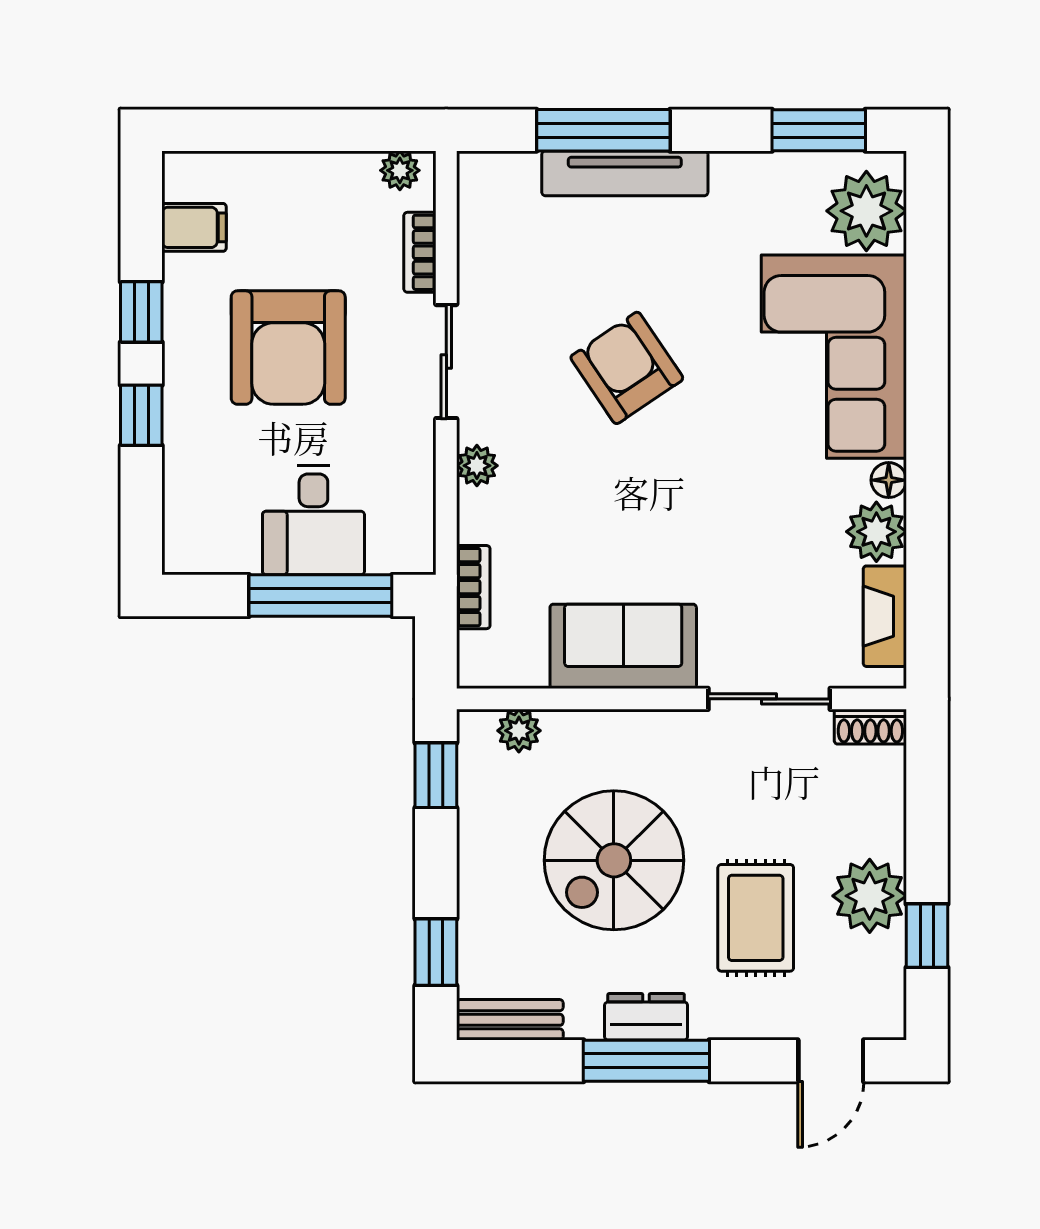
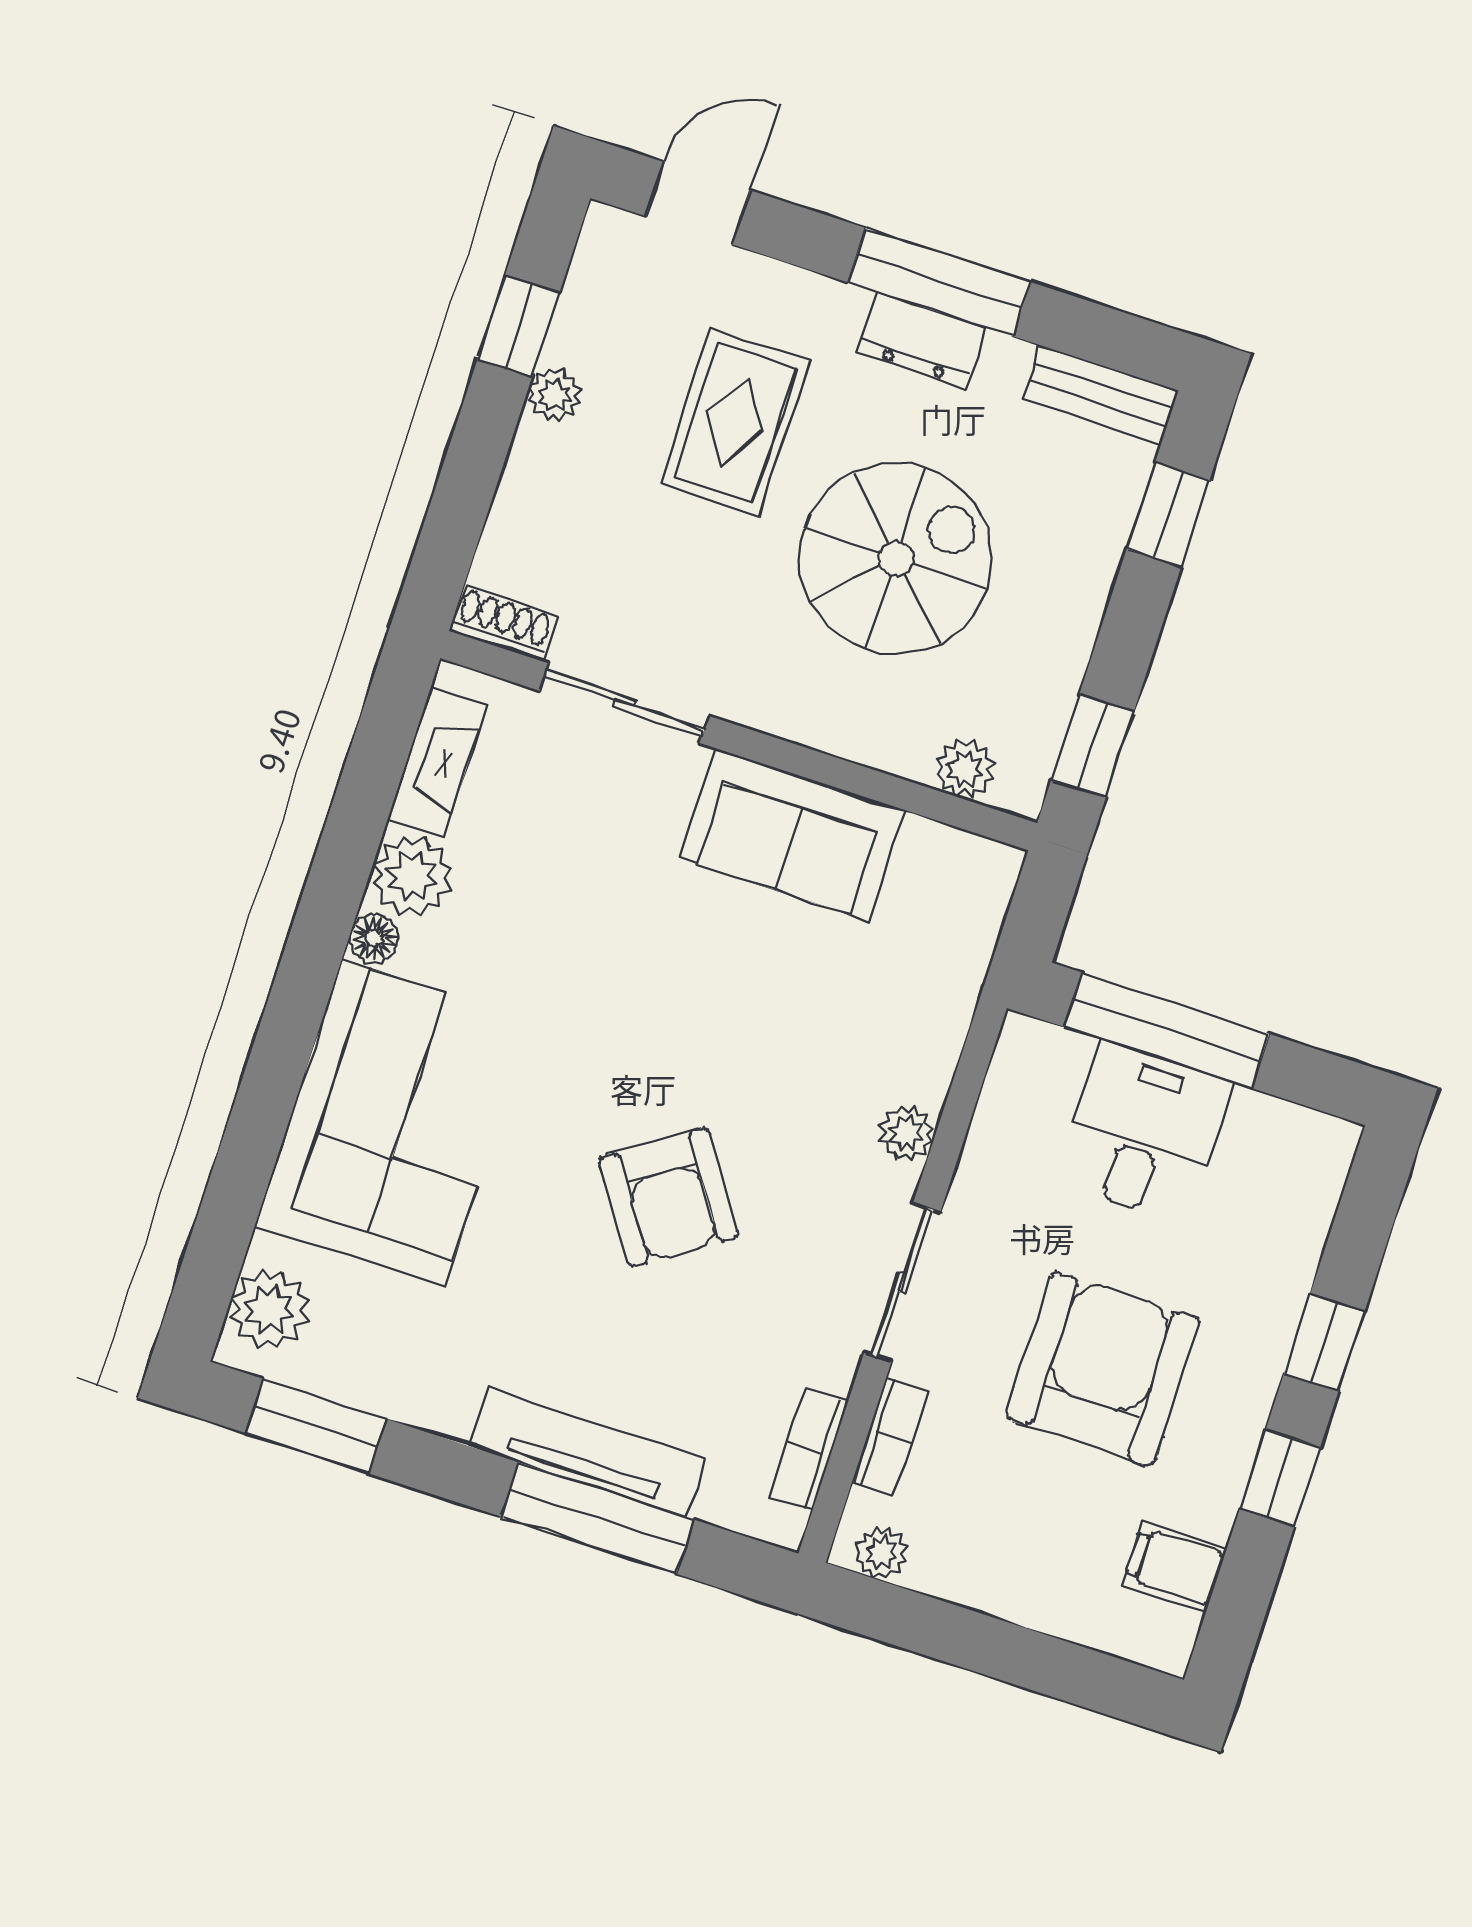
plant: (866, 211) -> (269, 1309), width x0.73, depth x0.73
bookcase: (473, 587) -> (809, 1449), moved
plant: (870, 896) -> (554, 395), width x0.53, depth x0.53

